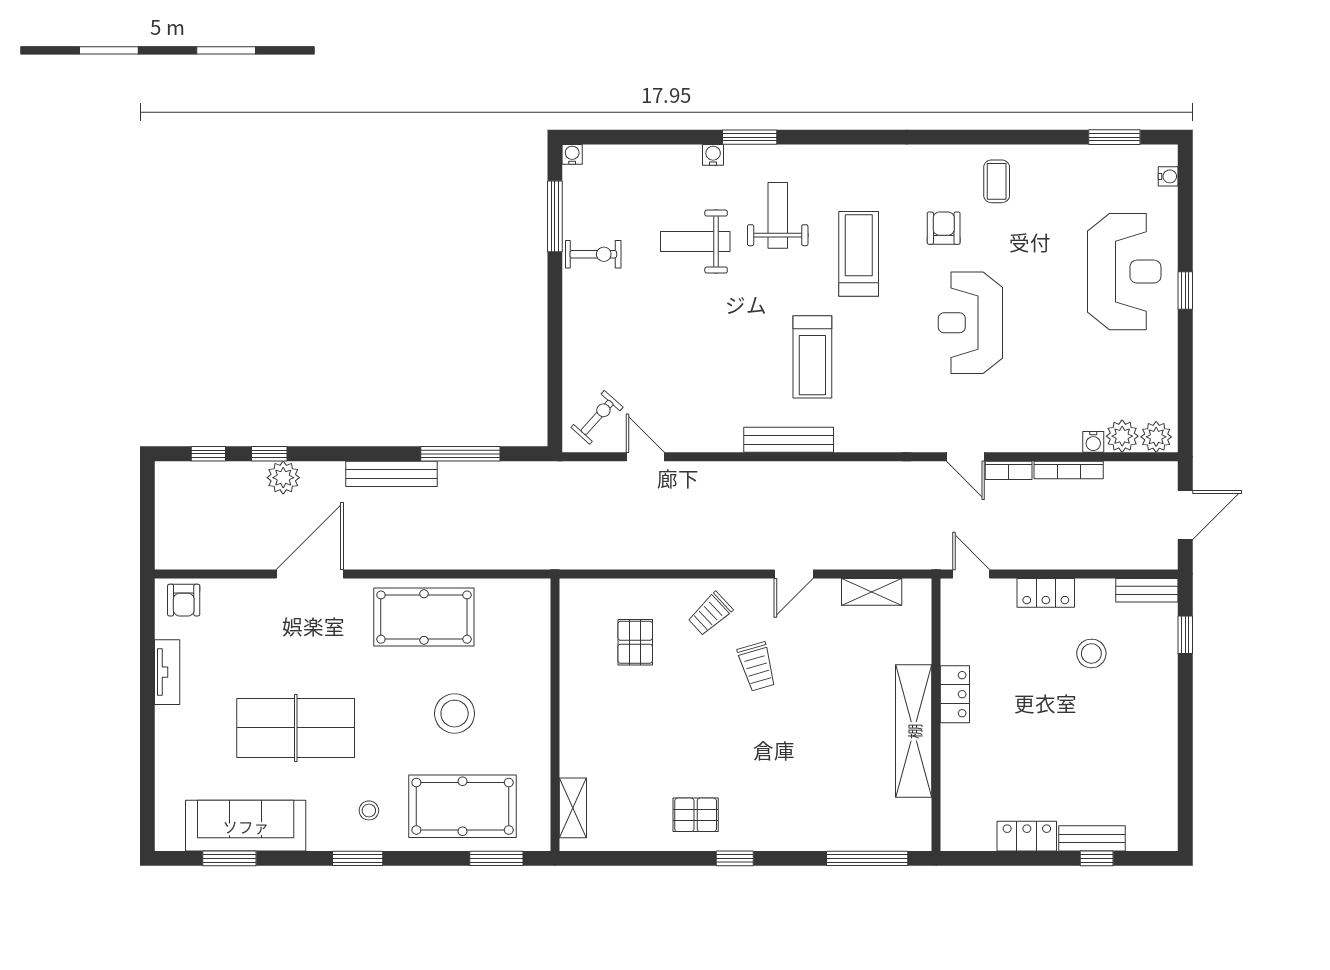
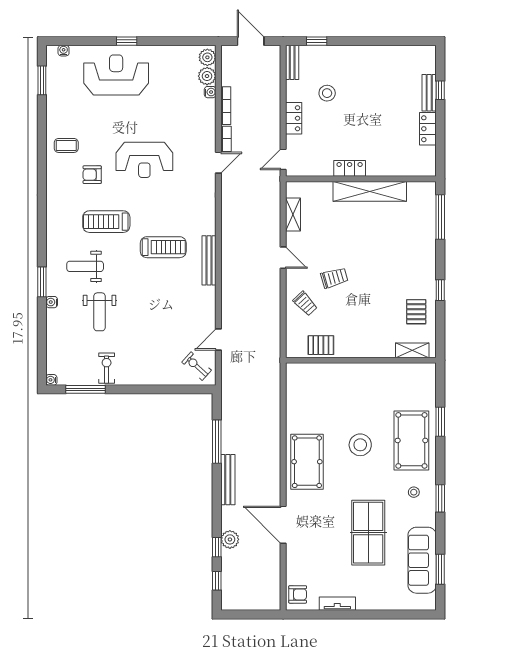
wall: (555, 715) -> (361, 360), moved
shelving: (573, 808) -> (412, 350), moved

